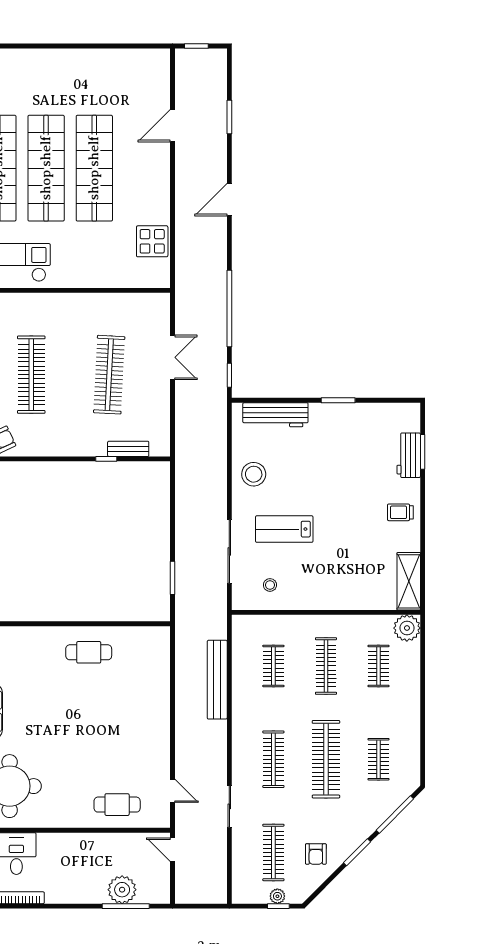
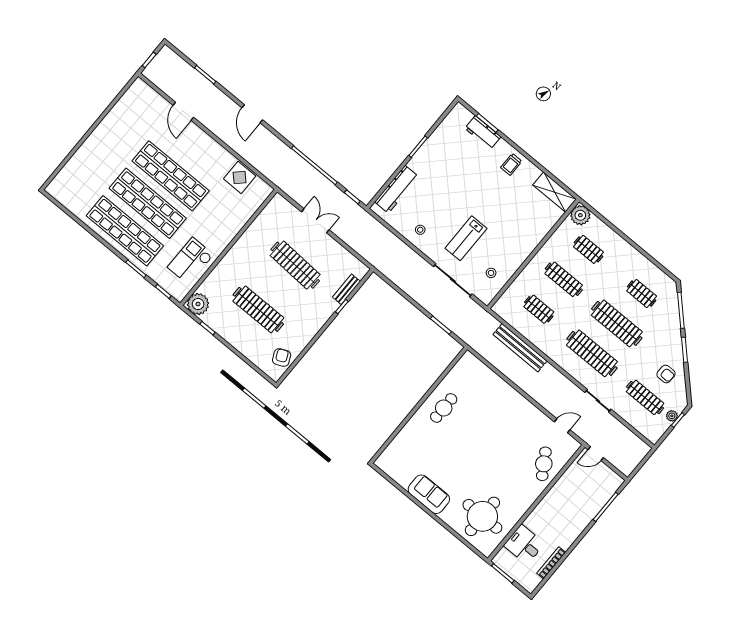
stool: (254, 474) -> (420, 230), width x0.53, depth x0.53
clothes rail: (273, 759) -> (592, 353), width x1.37, depth x1.31
cafe table: (117, 805) -> (544, 464), turned -32
plant: (122, 890) -> (595, 501), removed

